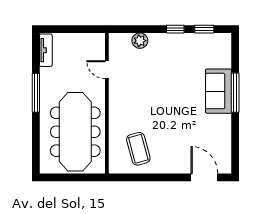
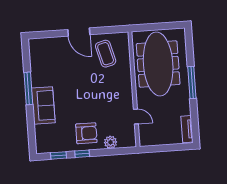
armchair: (168, 54) -> (86, 133), added
window: (36, 93) -> (192, 83), moved
window: (235, 93) -> (28, 88), moved
door: (204, 177) -> (79, 32), moved

